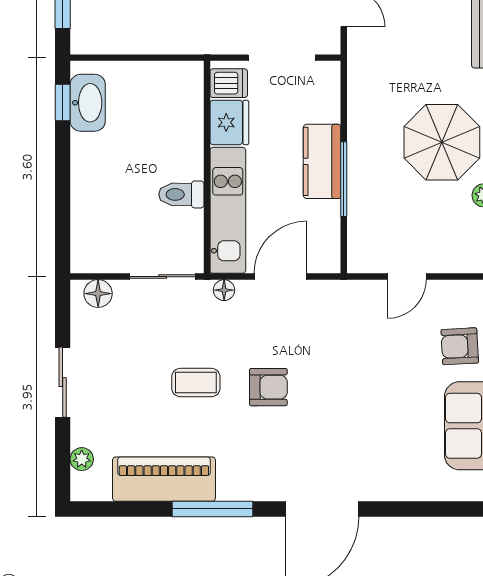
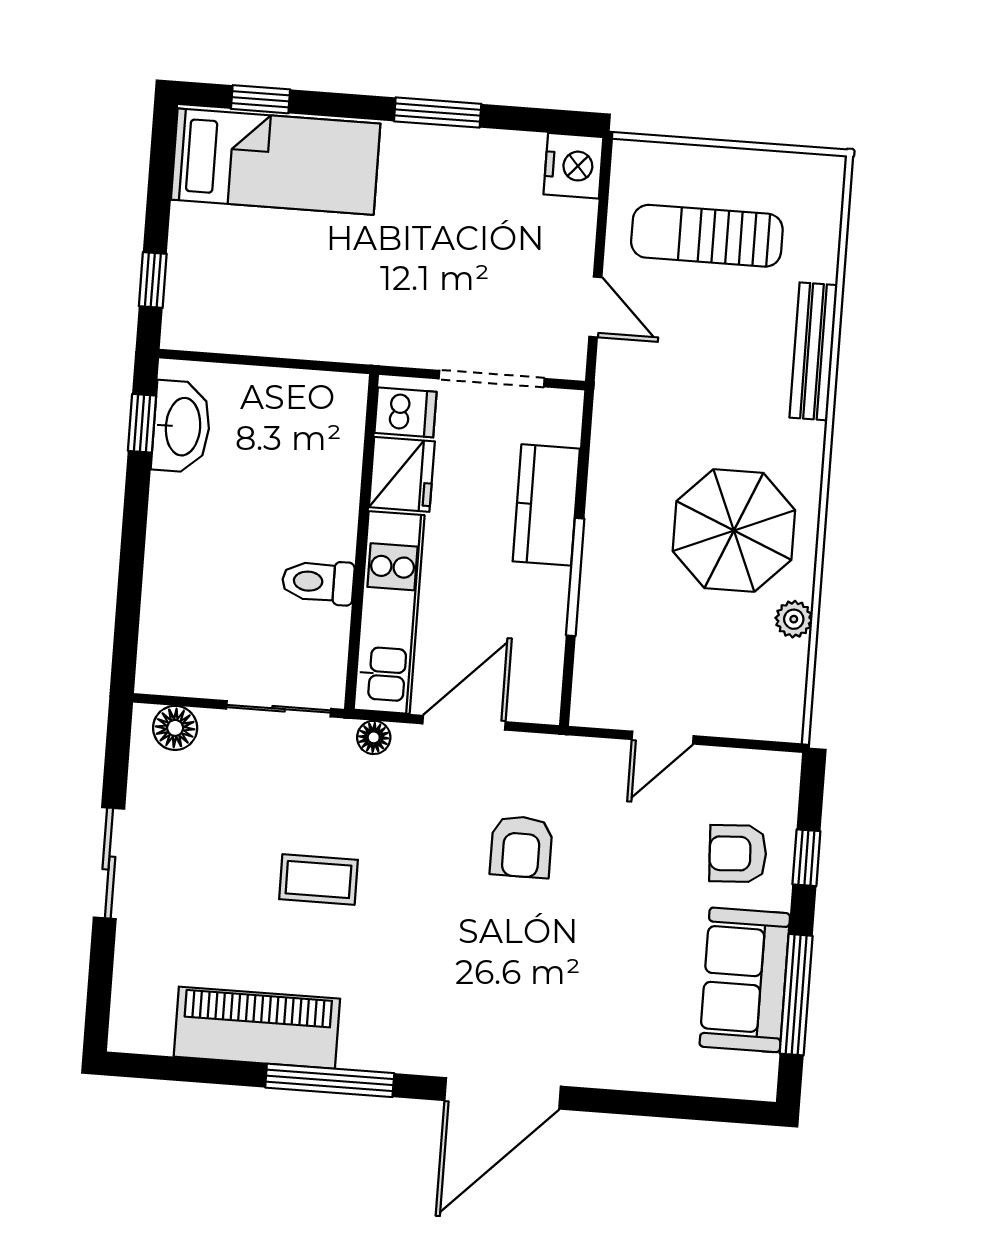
kitchen counter: (322, 161) -> (546, 505), moved
armchair: (268, 387) -> (521, 847), moved, turned 90
plant: (82, 459) -> (130, 986), removed

